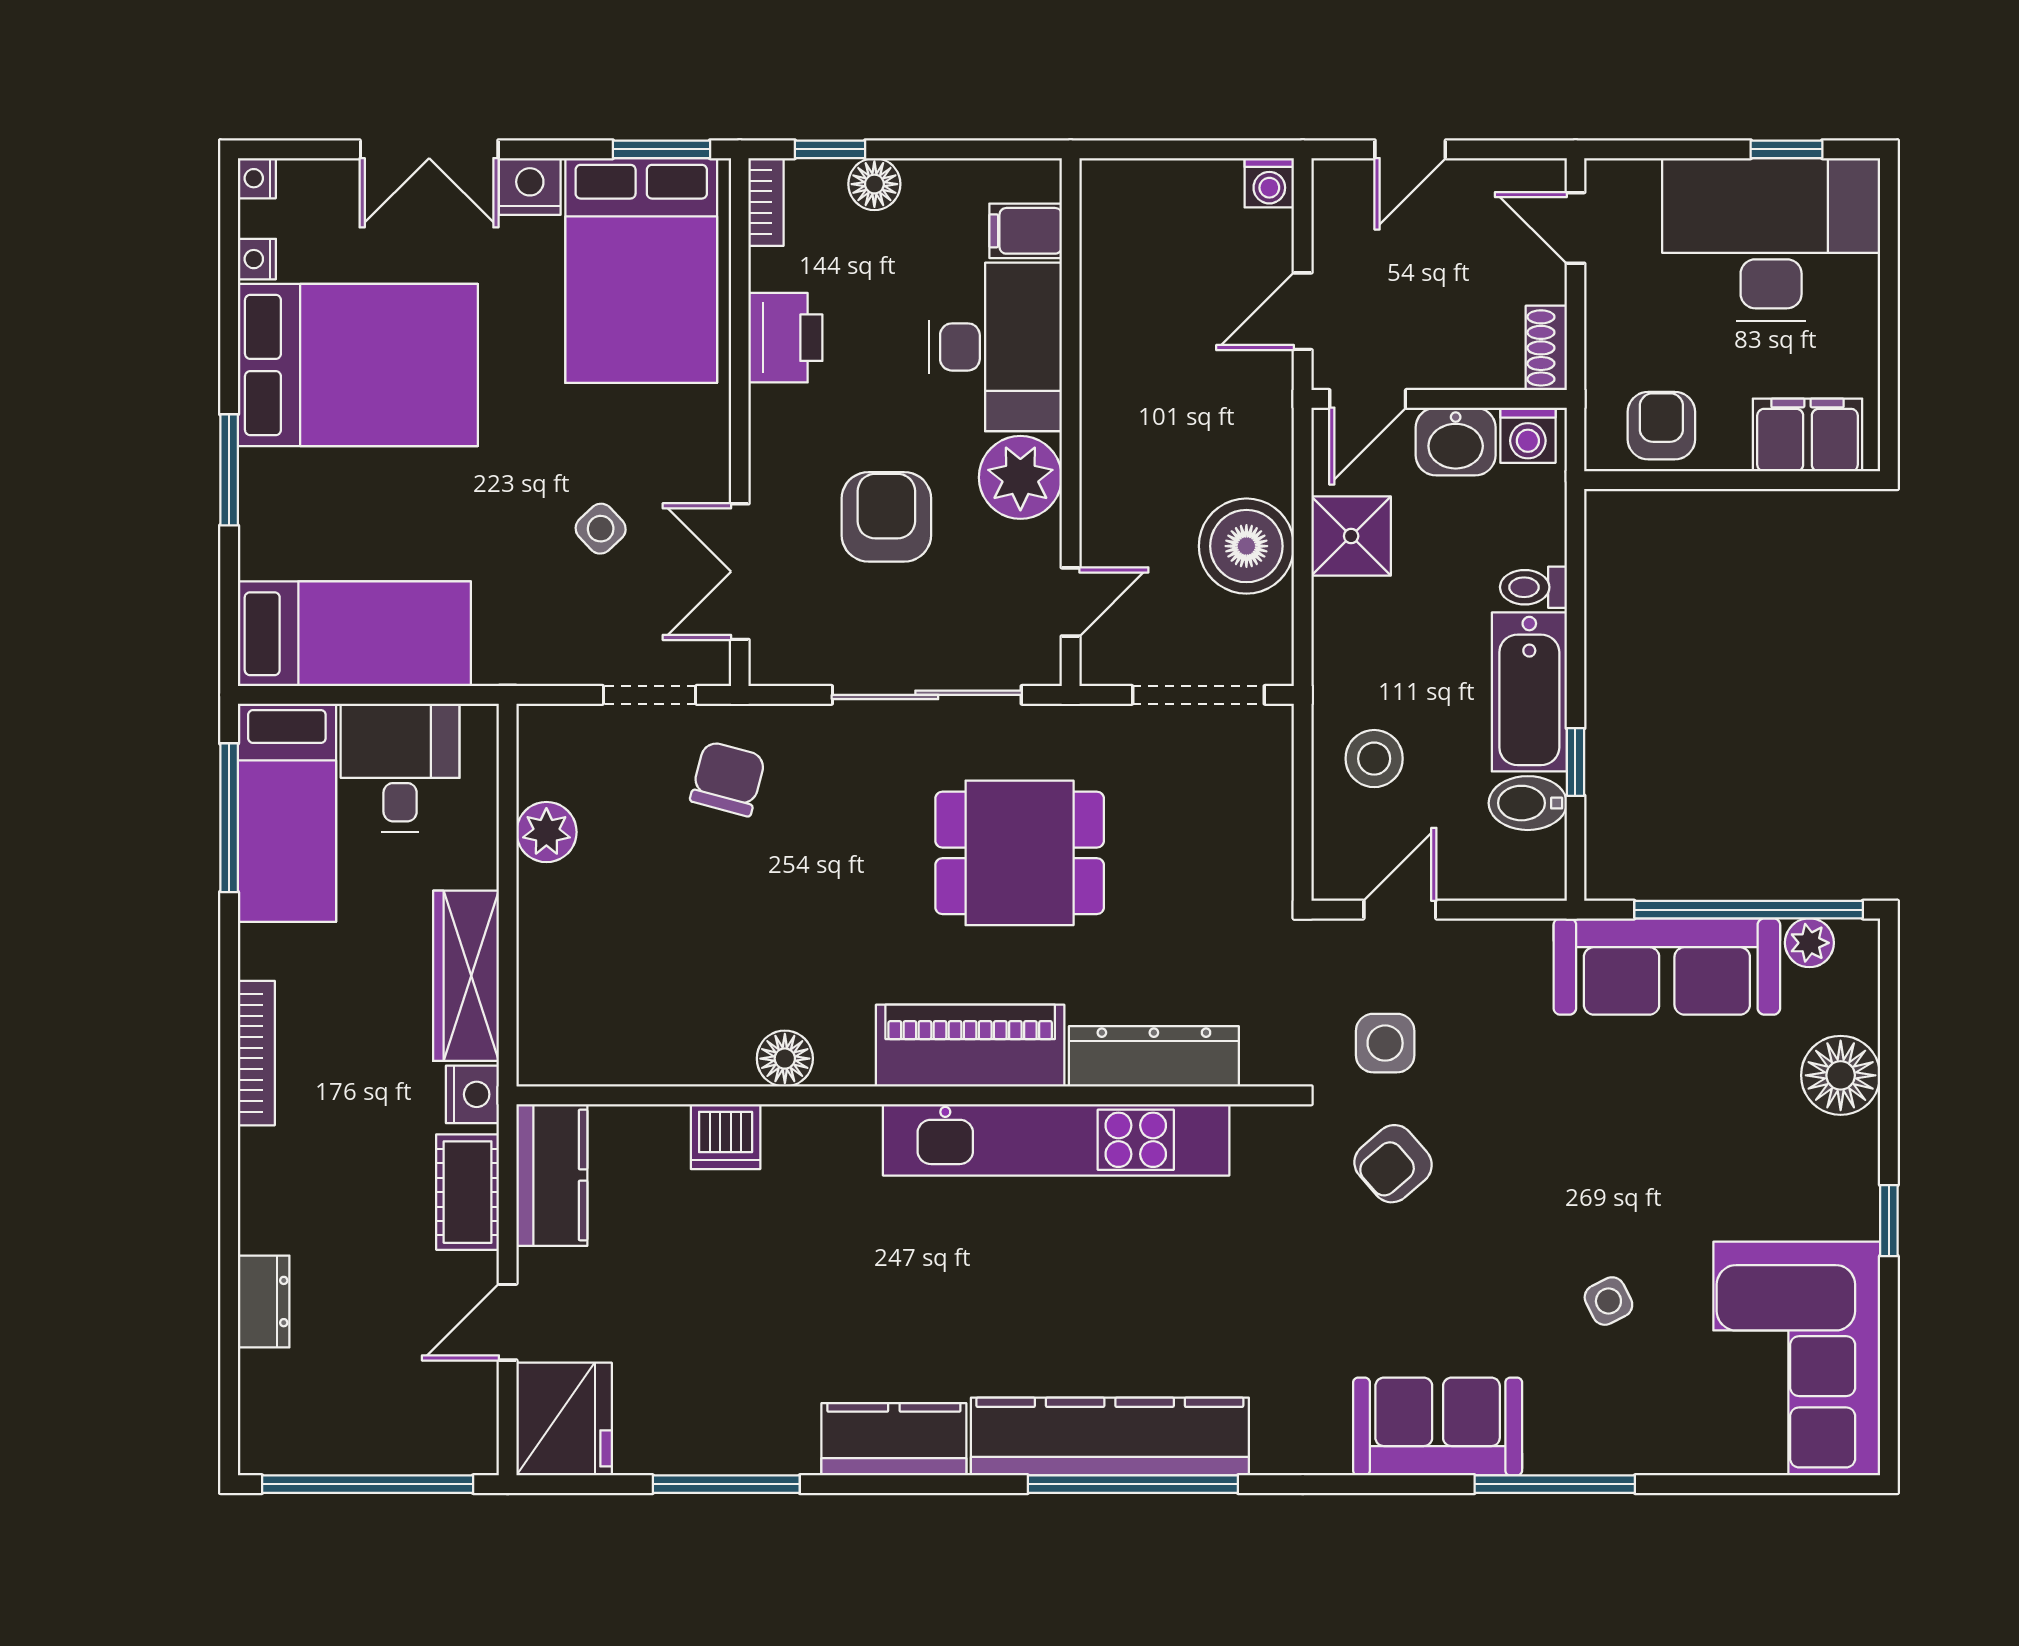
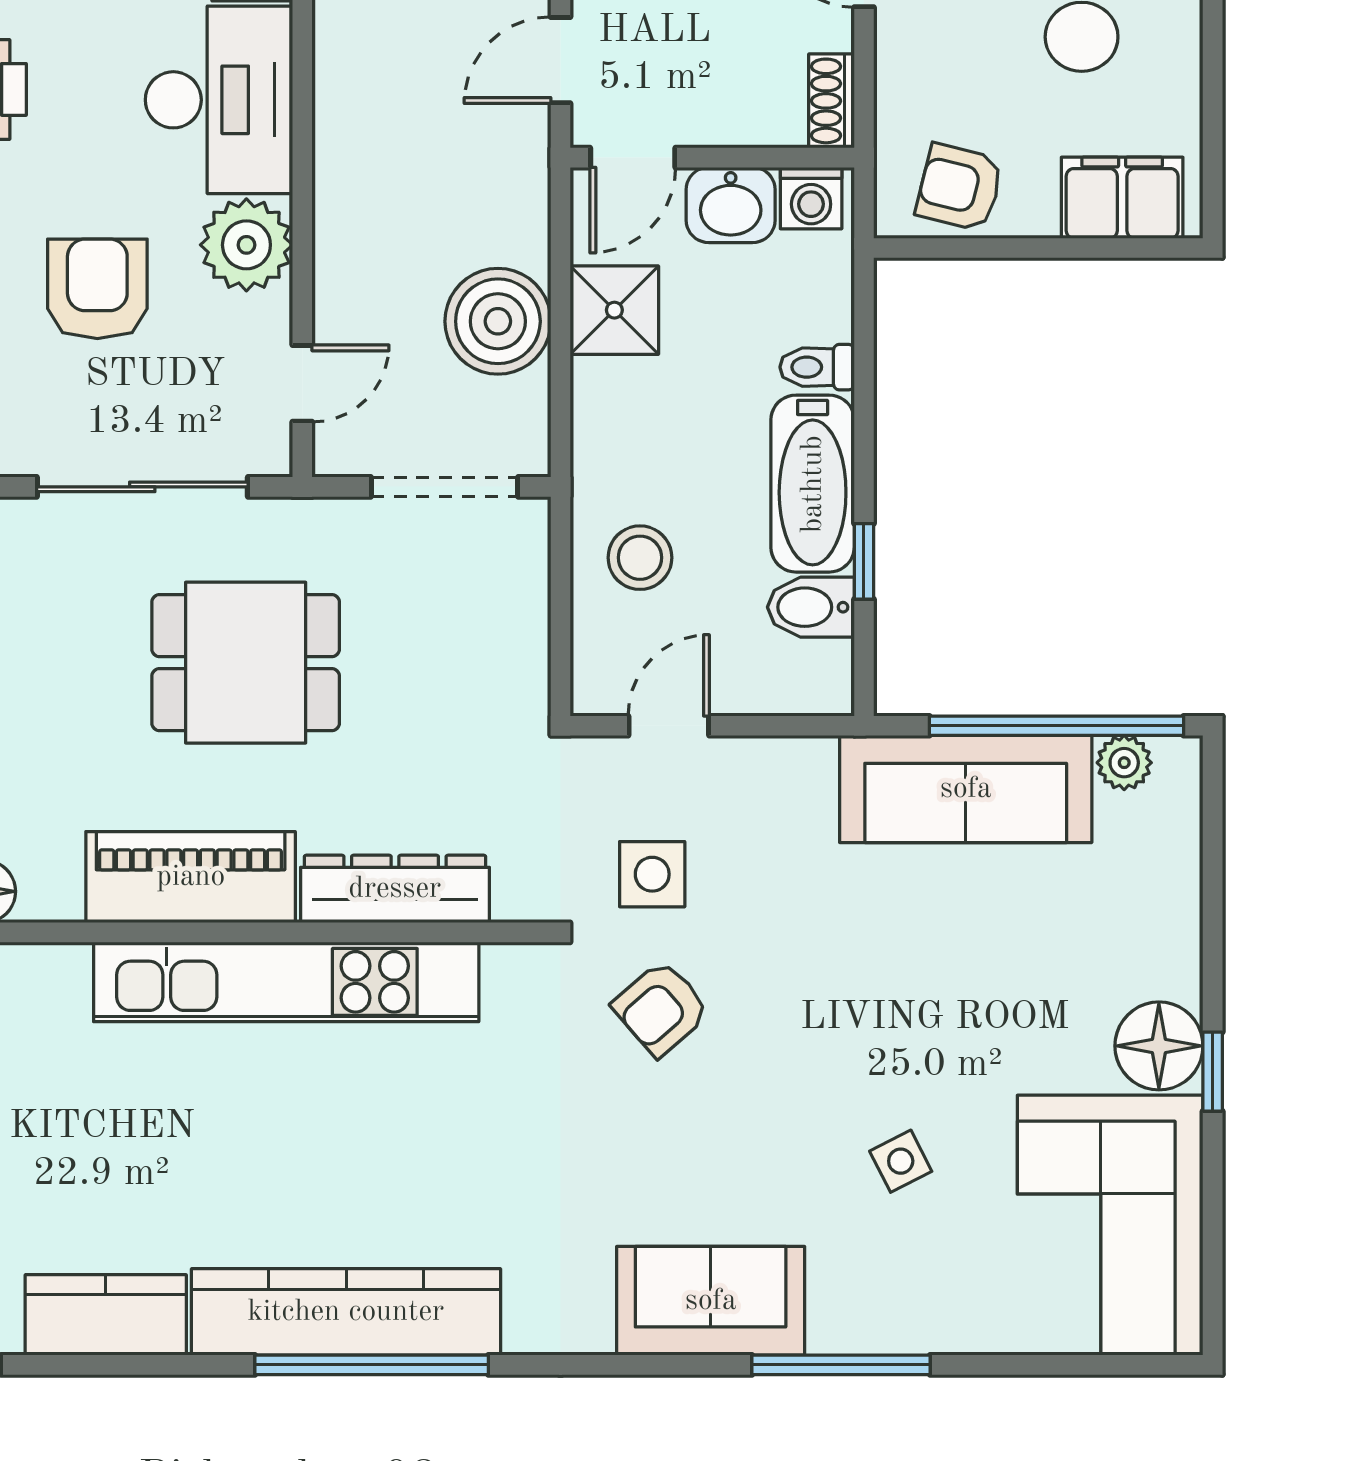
armchair: (1661, 426) -> (960, 187), turned -76
floor lamp: (1841, 1075) -> (1159, 1046), moved

